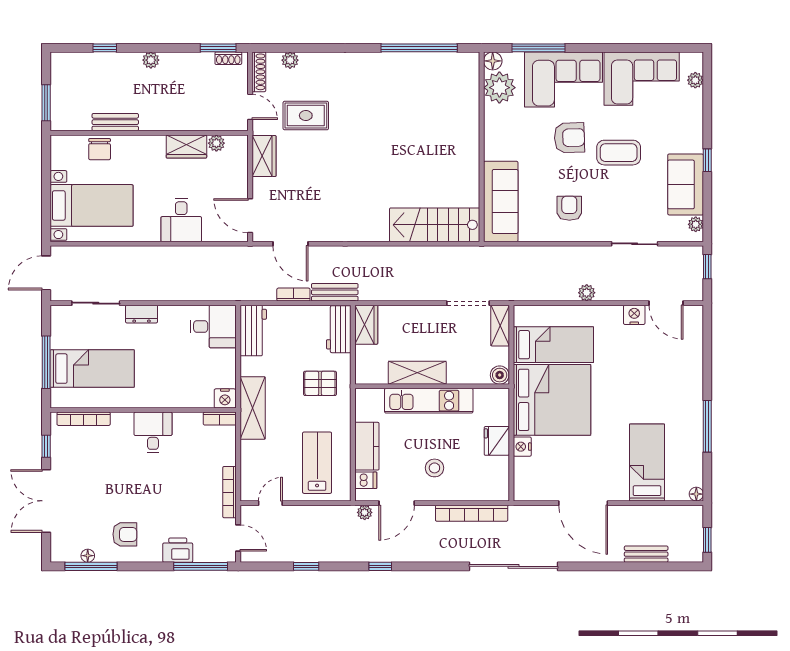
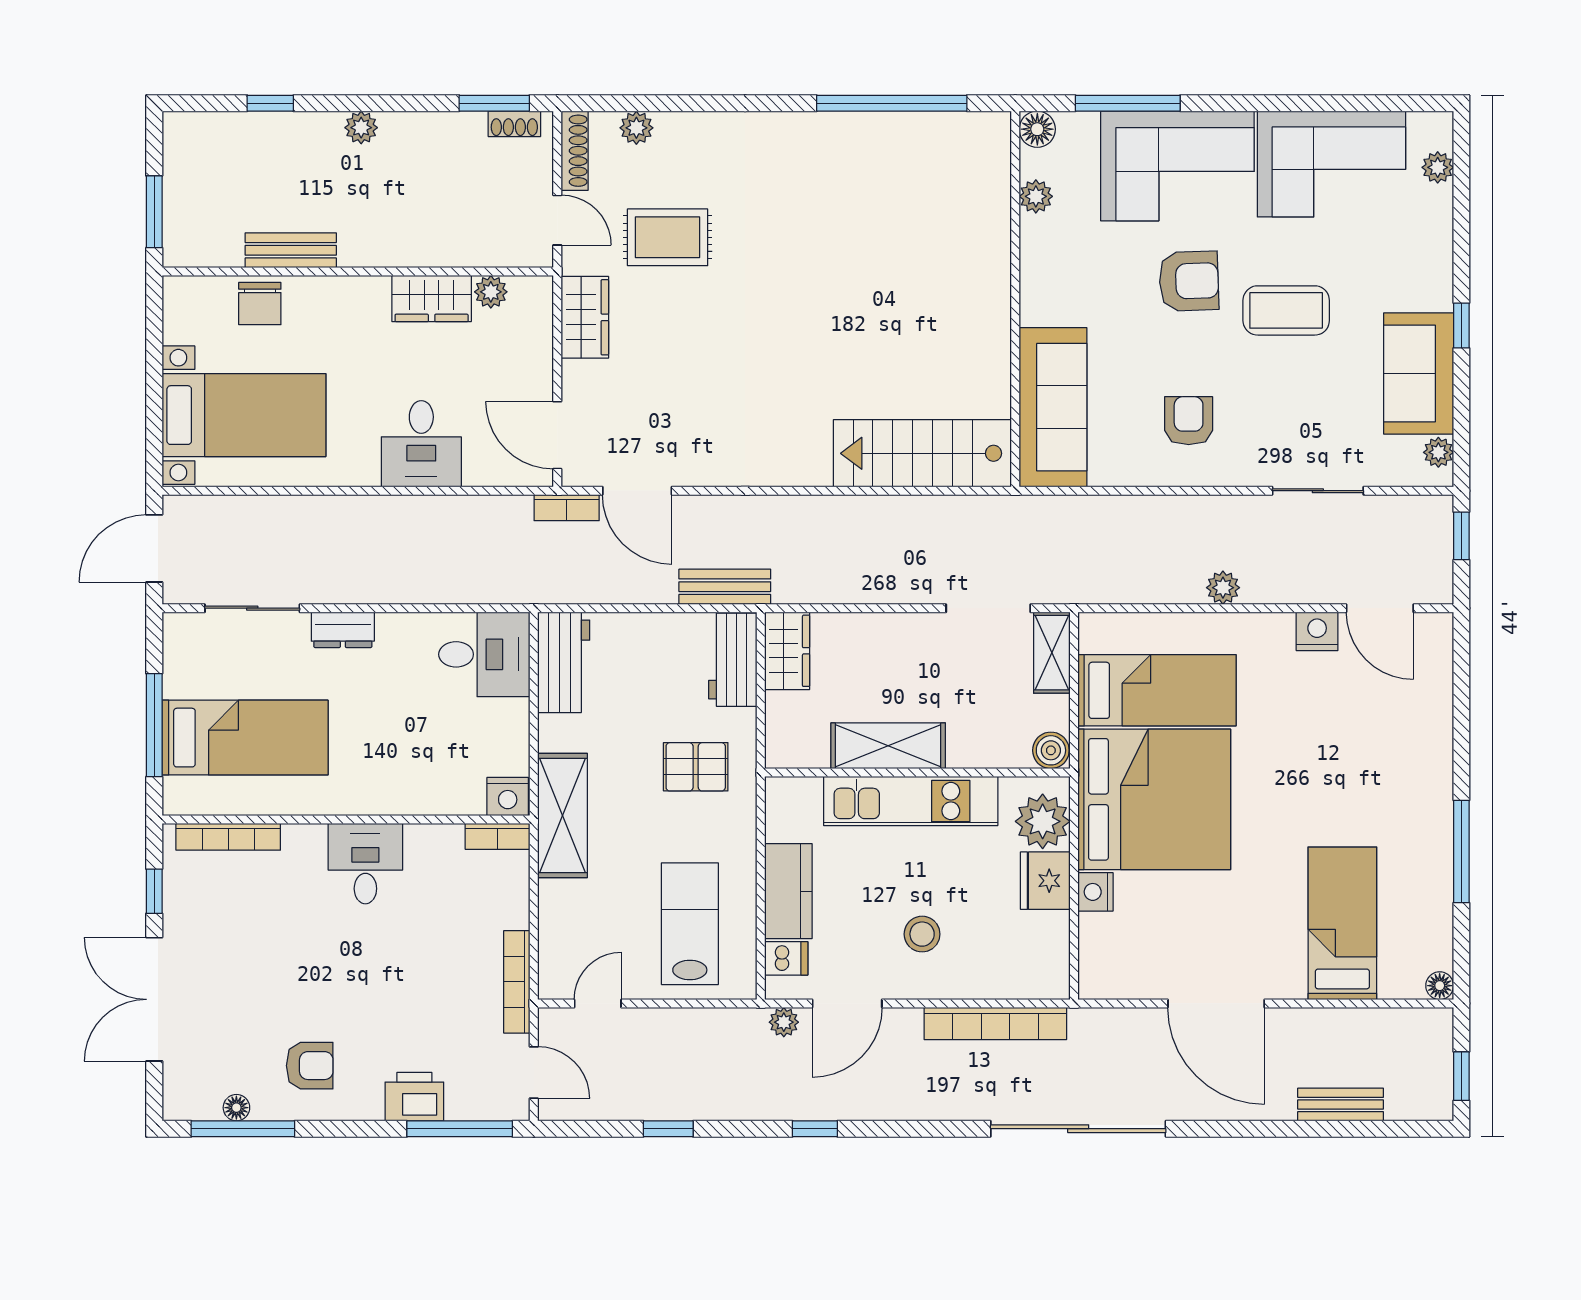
plant: (499, 88) -> (1036, 196), width x0.53, depth x0.53
bookcase: (293, 295) -> (567, 508), moved, turned 180
plant: (495, 411) -> (1043, 821), added

